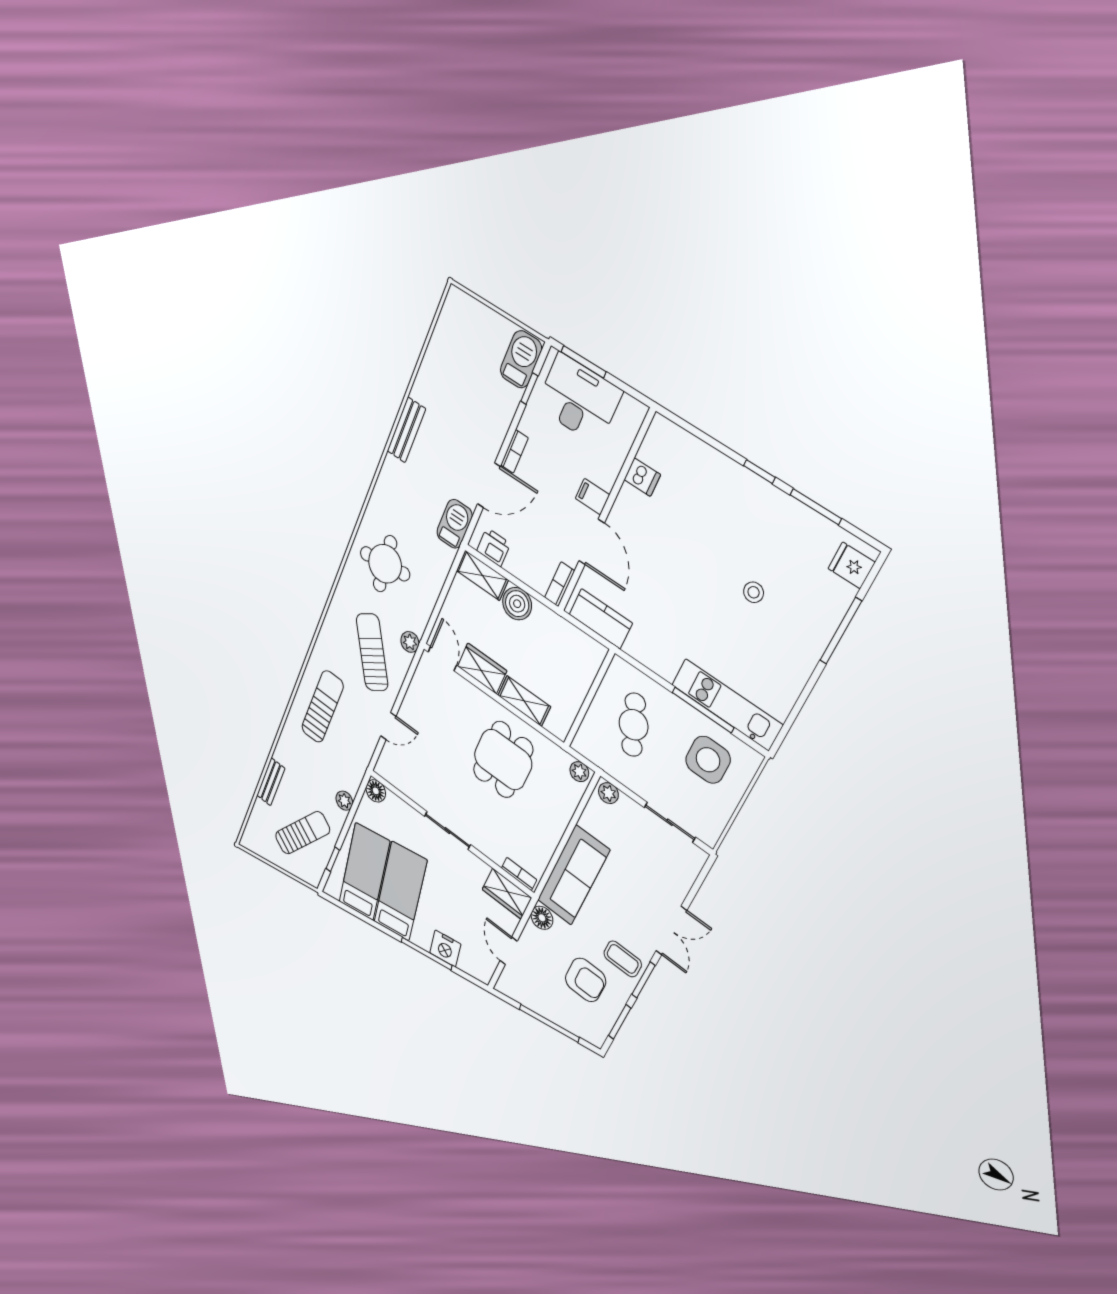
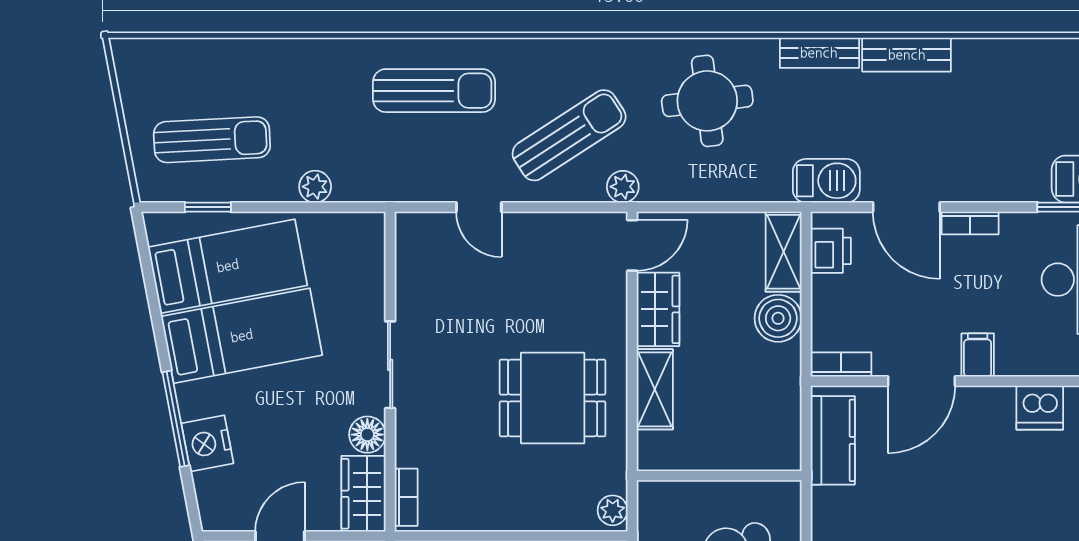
dishwasher: (642, 477) -> (1040, 408), width x1.38
bench: (271, 782) -> (819, 53), moved
floor lamp: (376, 791) -> (367, 435), moved
sun lounger: (302, 833) -> (212, 140), turned -35

